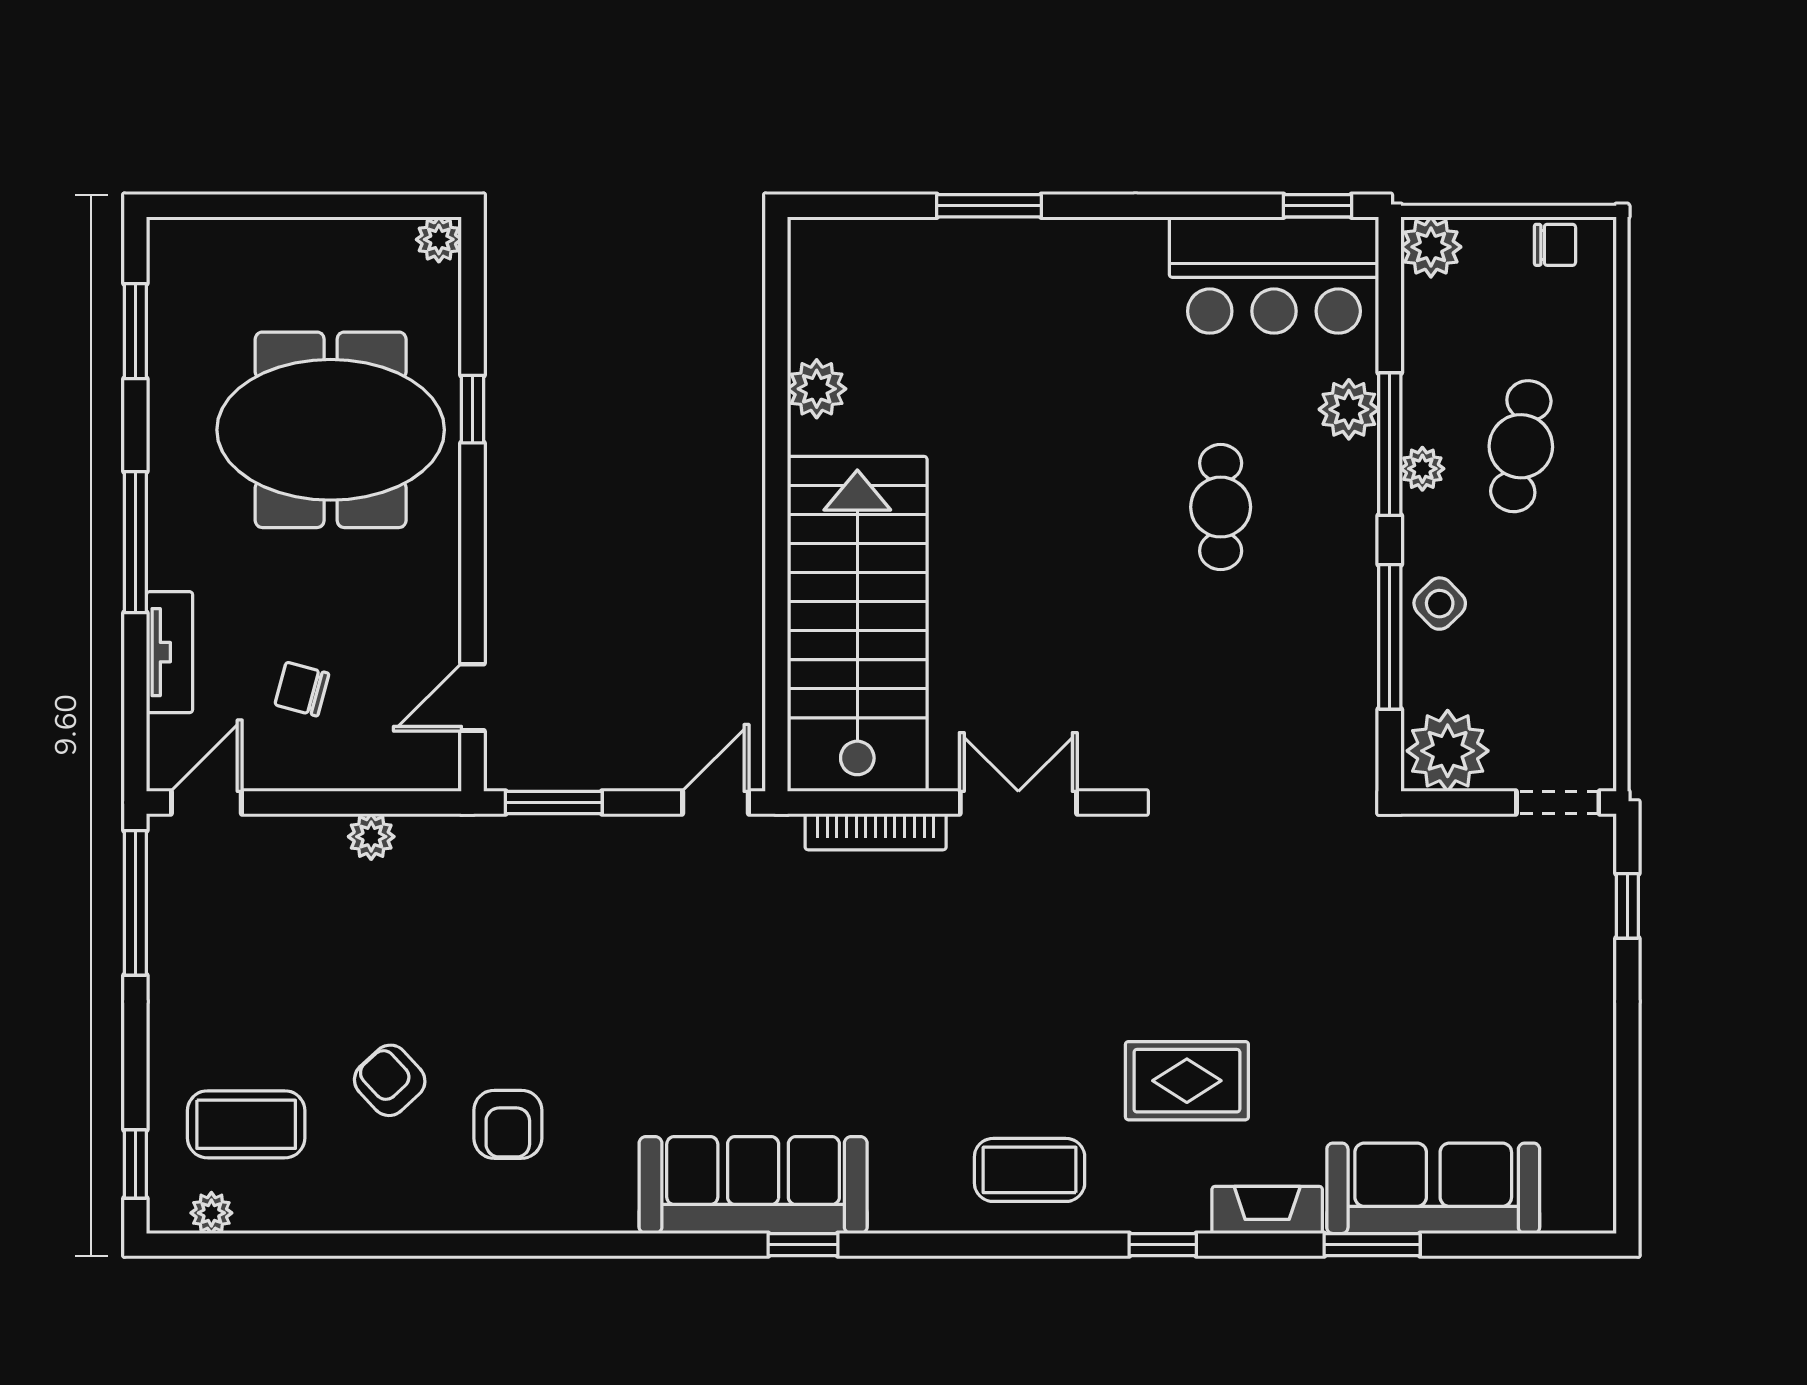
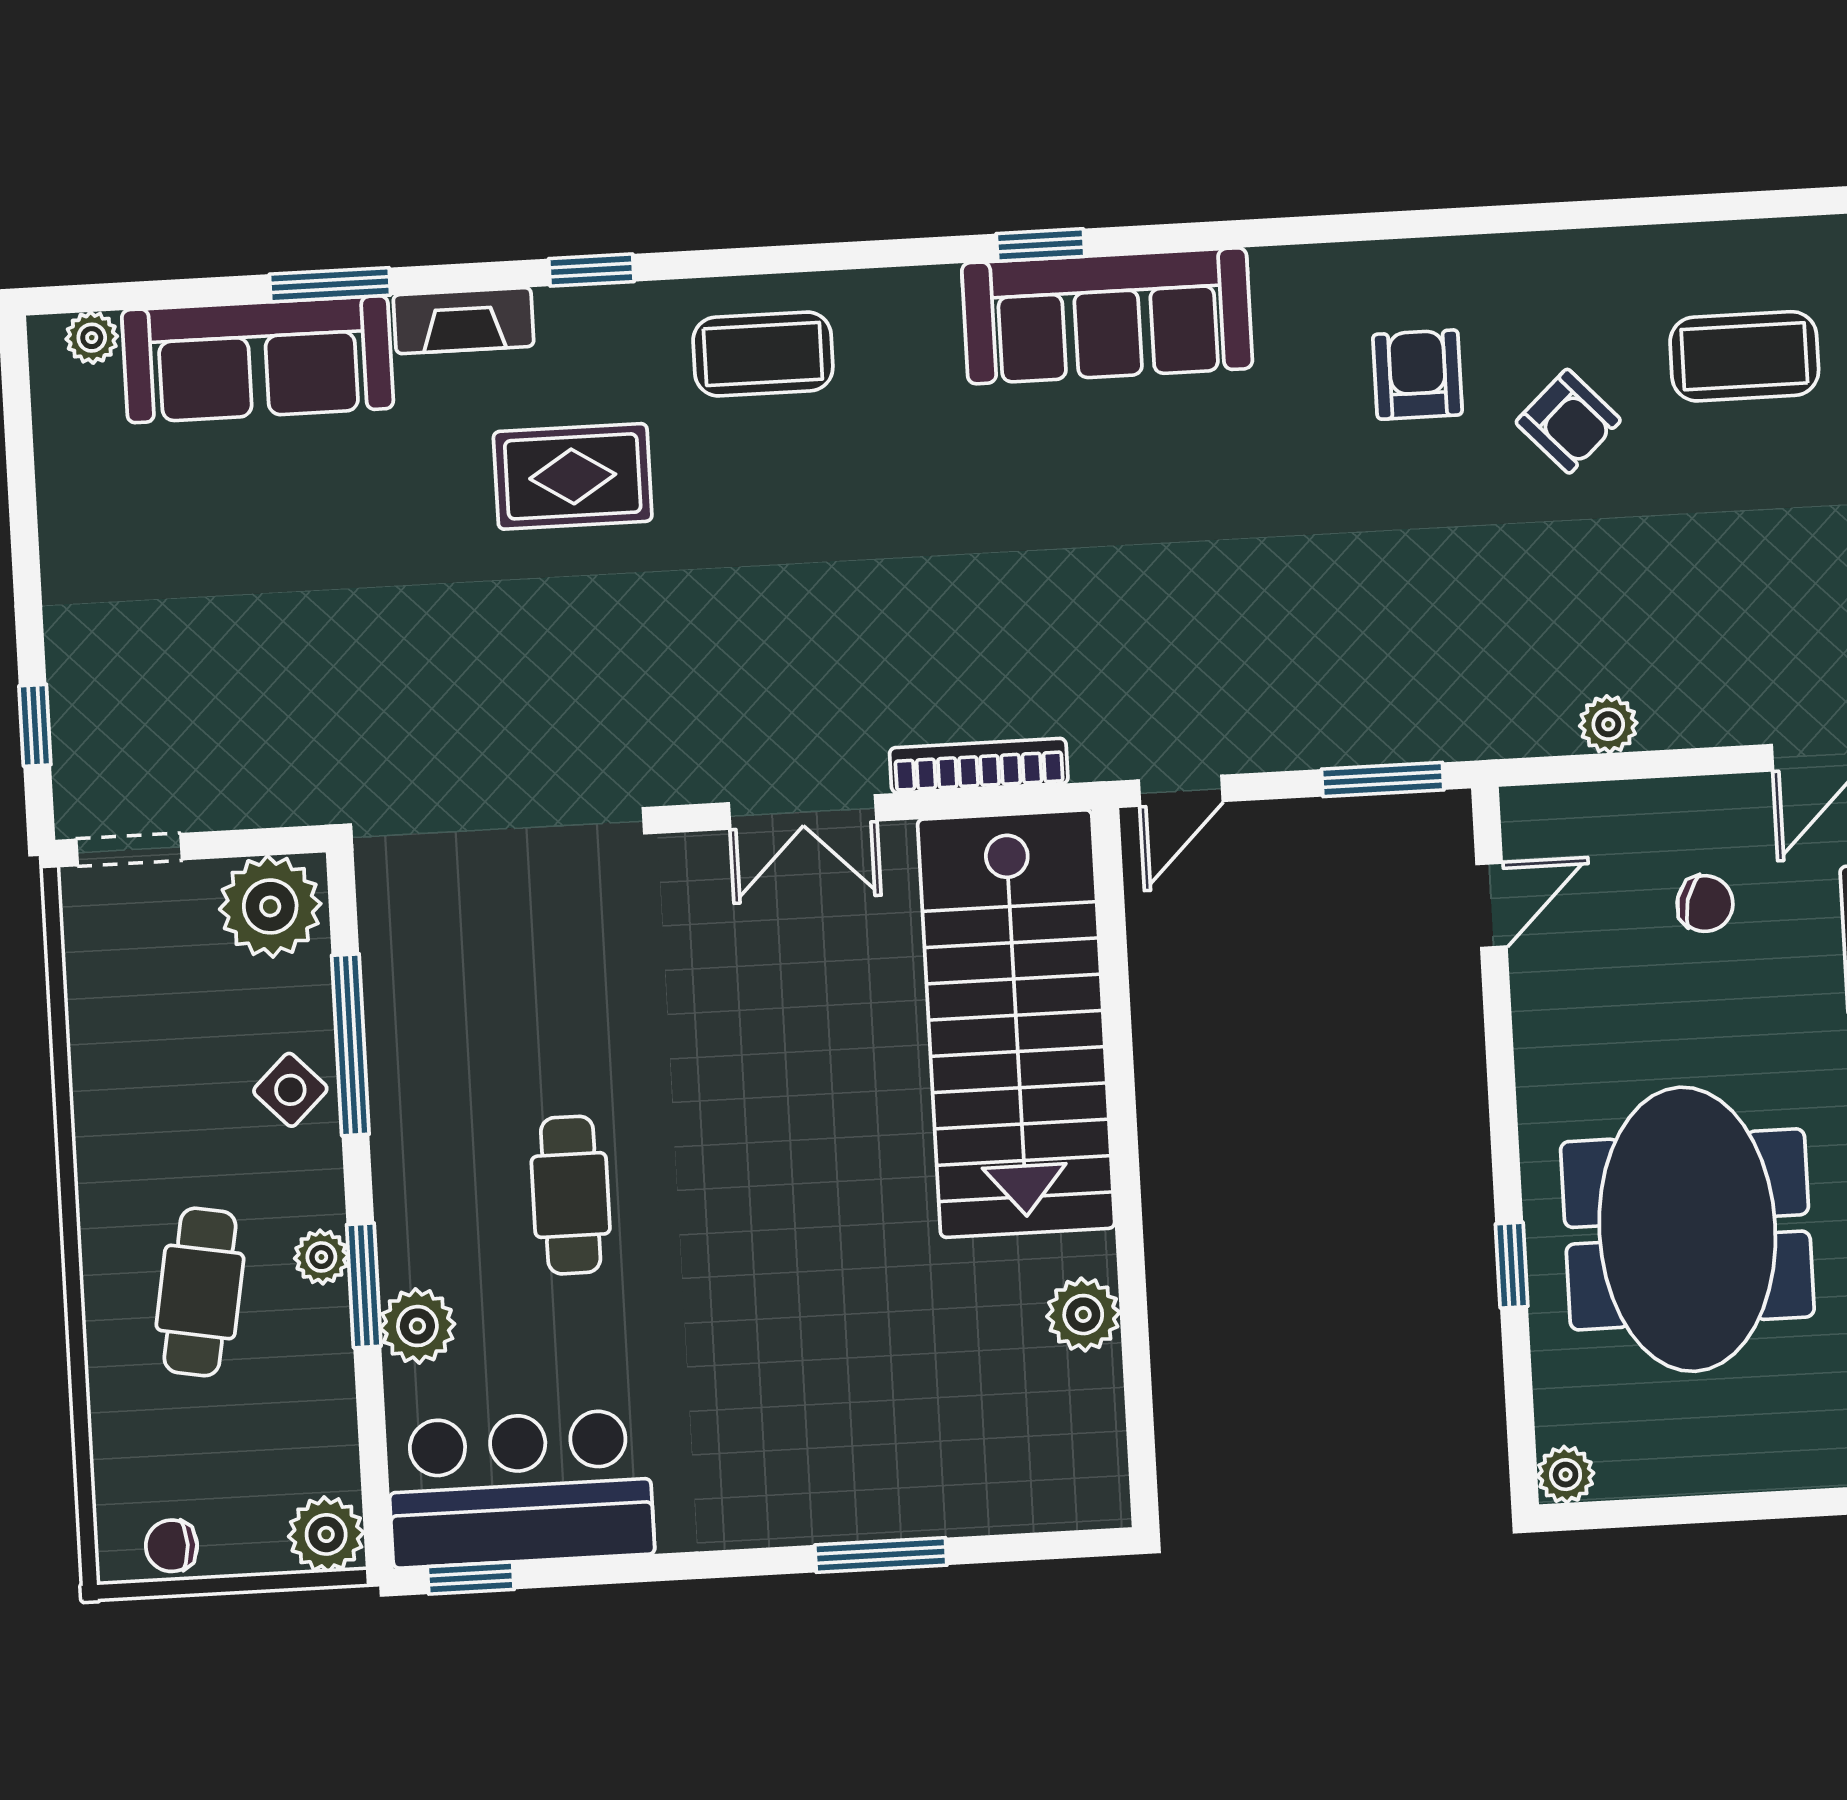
meeting table: (331, 430) -> (1687, 1229), turned 90
window: (1390, 444) -> (364, 1285), width x0.69
plant: (211, 1213) -> (92, 338), moved

